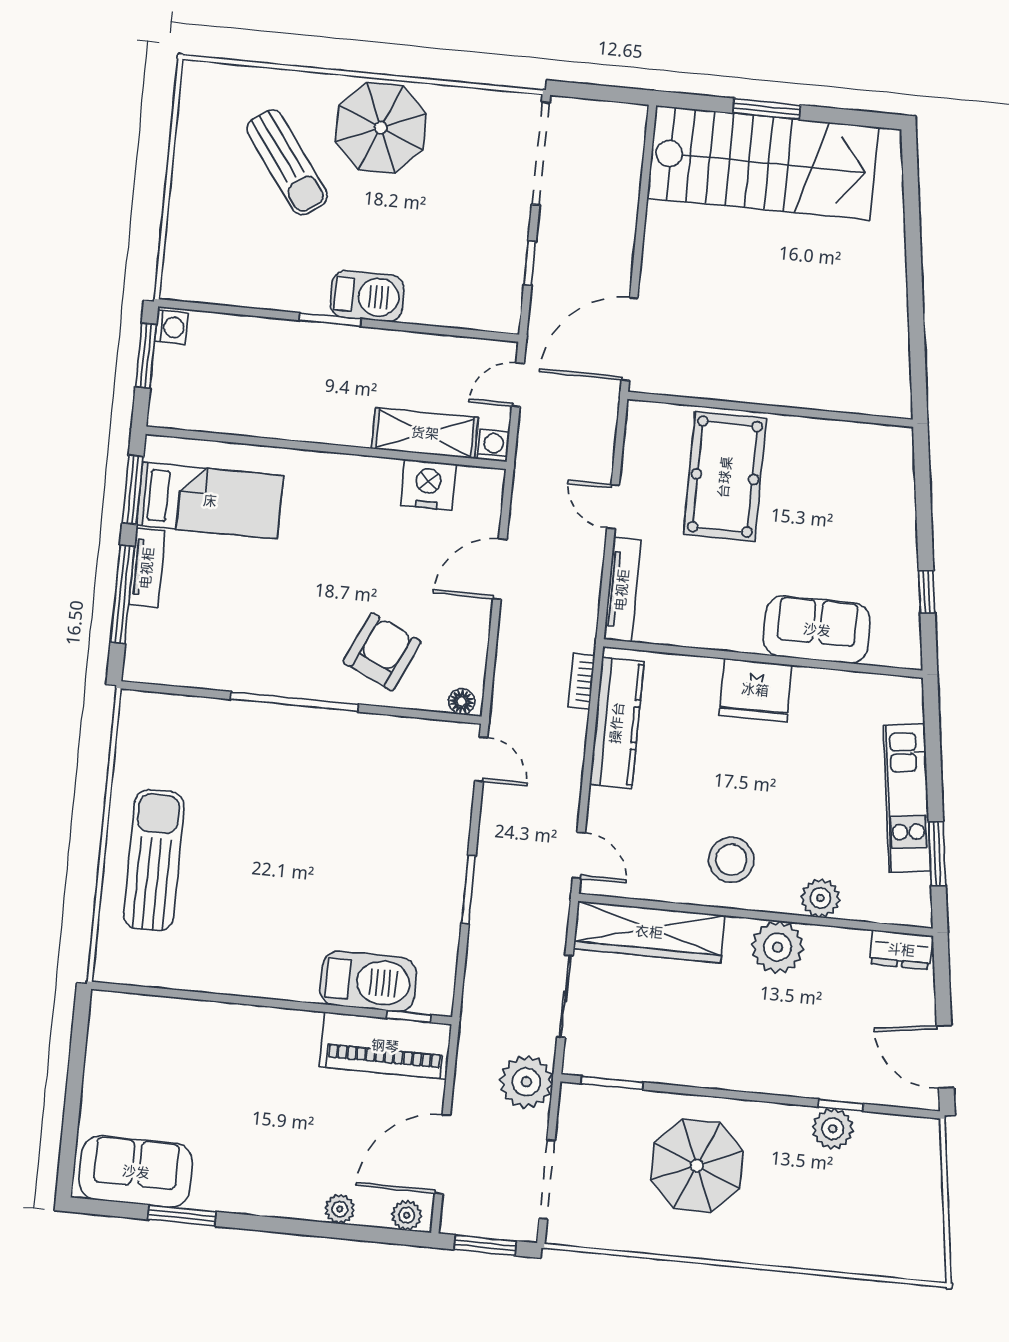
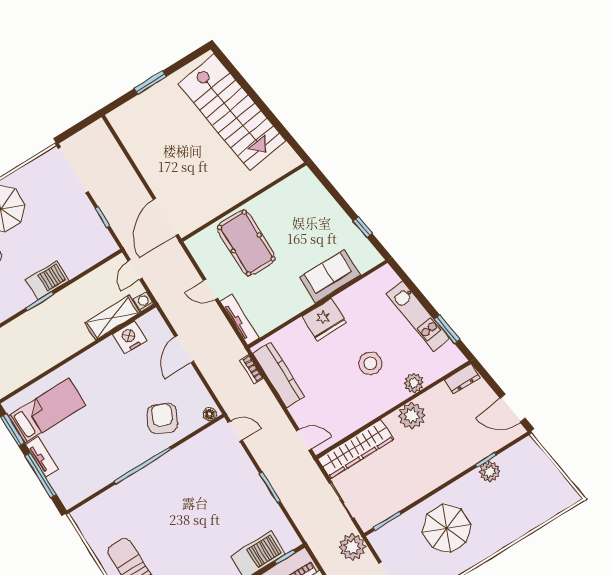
stairs: (763, 163) -> (232, 112), moved, turned 82
stool: (731, 860) -> (370, 363), moved

